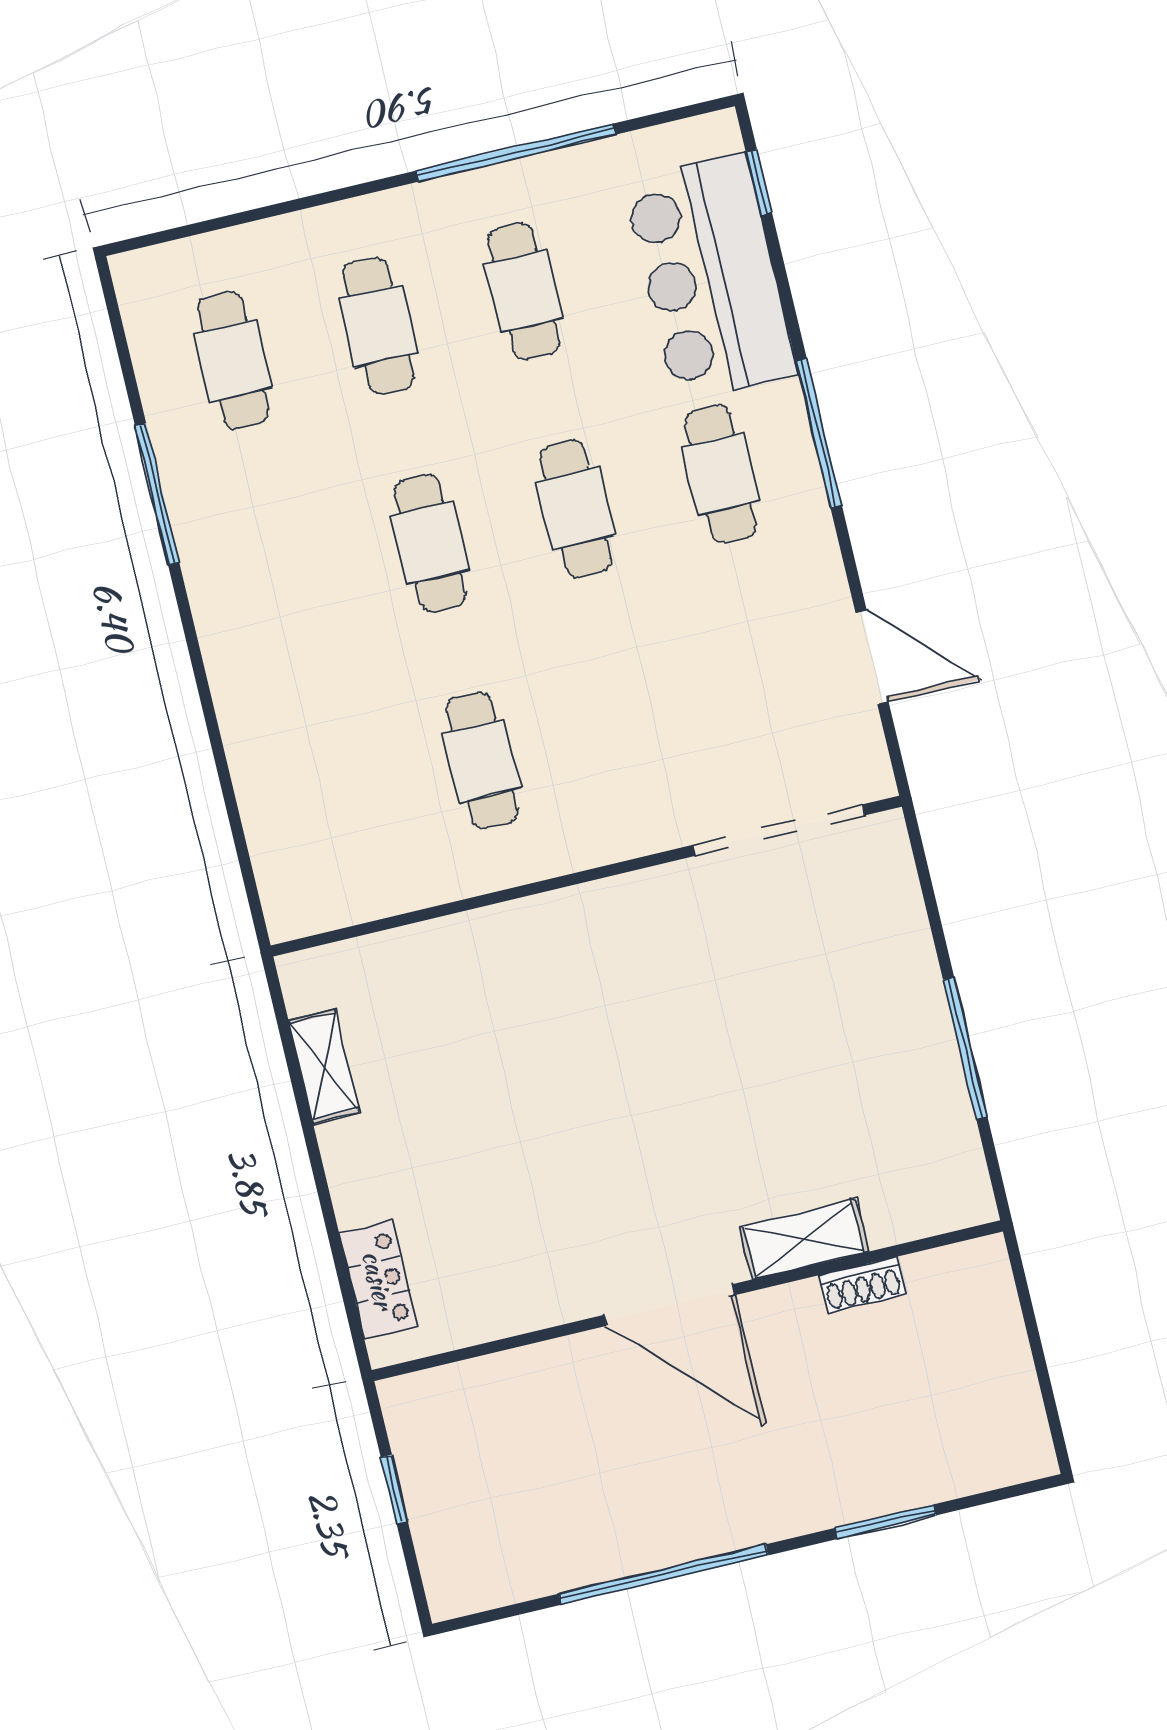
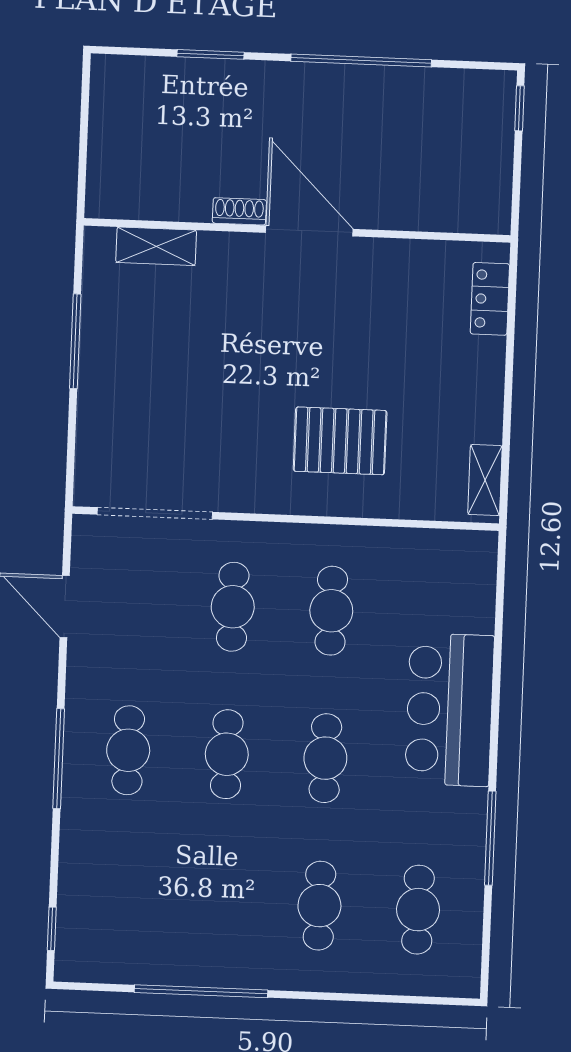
bar counter: (710, 278) -> (450, 710), moved, turned 180
cafe table: (524, 291) -> (233, 607), moved
pallet: (539, 1012) -> (340, 441), added
shelving: (324, 1066) -> (485, 480), moved
shelving: (804, 1239) -> (156, 246), moved
shoe rack: (862, 1285) -> (239, 211), moved
window: (394, 1489) -> (520, 108), moved

